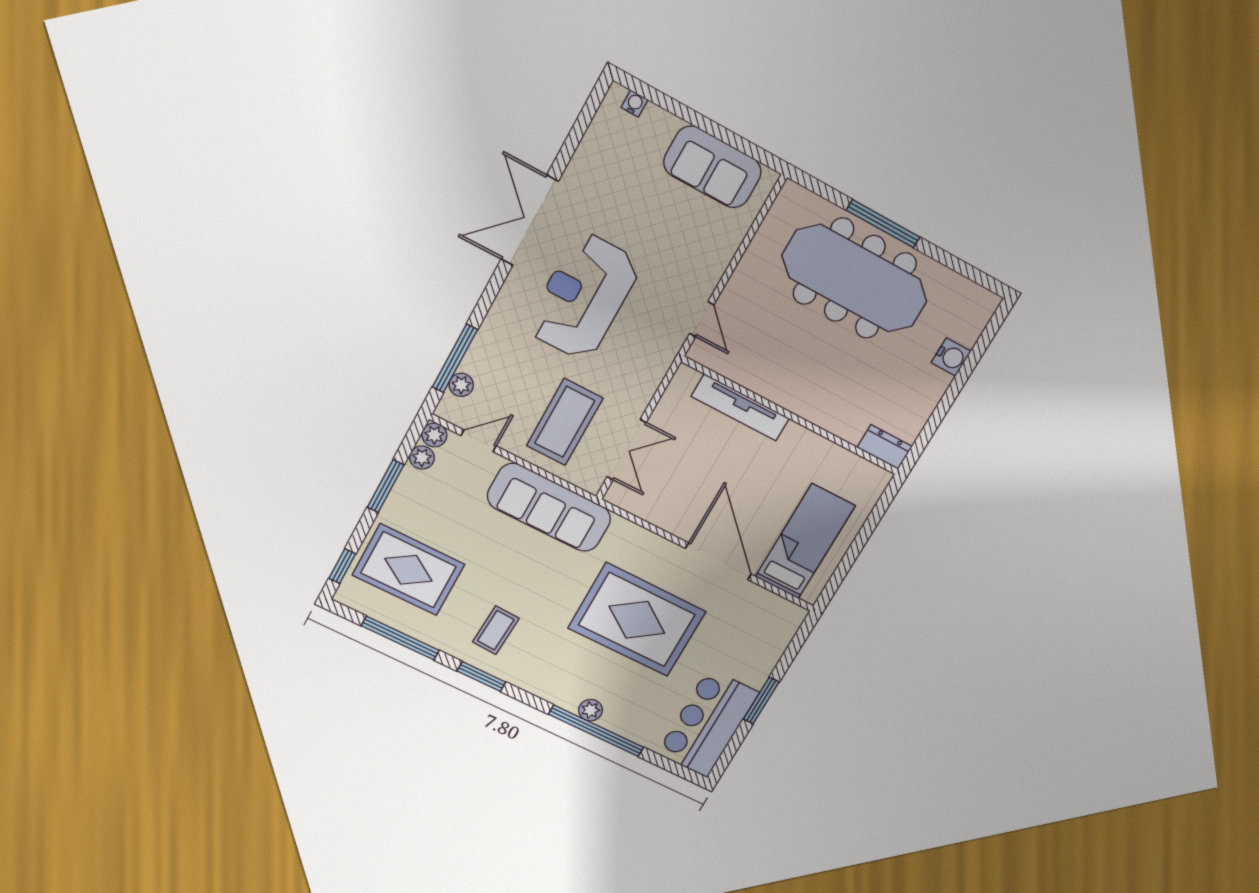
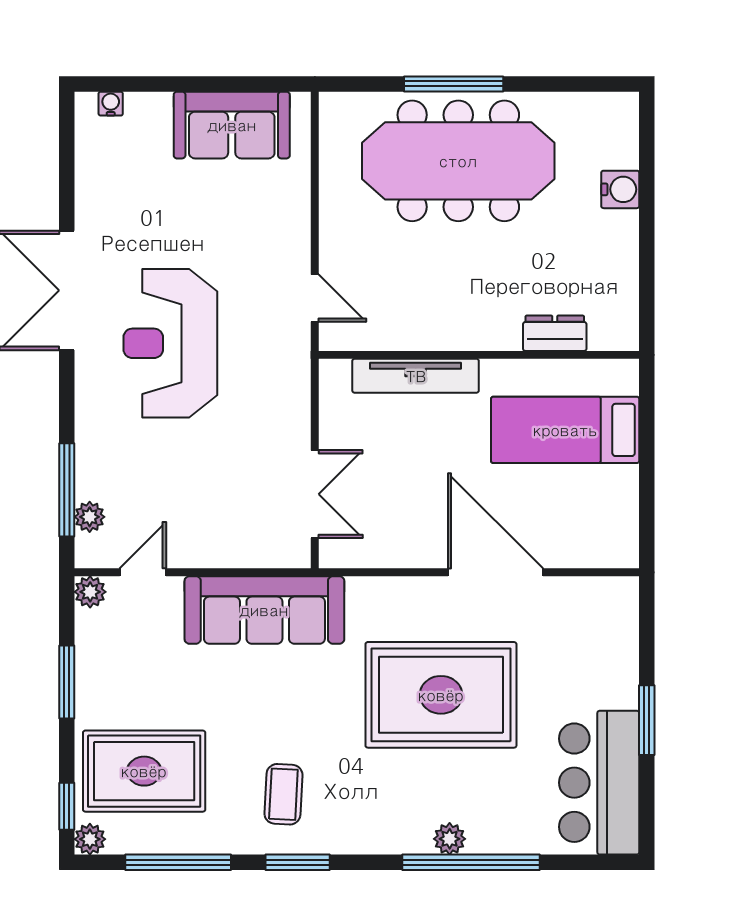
coffee table: (565, 422) -> (227, 499), removed
dresser: (885, 447) -> (555, 333), moved
plant: (422, 458) -> (90, 839), moved
bed: (805, 541) -> (565, 430), moved, turned -90

